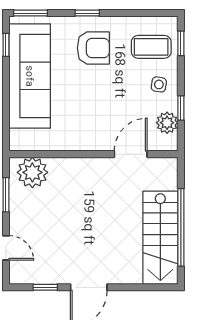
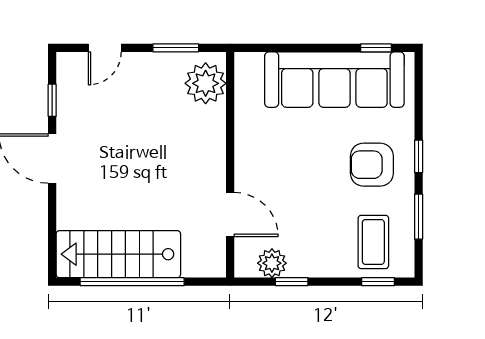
window: (30, 13) -> (419, 217), moved
armchair: (93, 48) -> (372, 165), turned 90
side table: (159, 84) -> (323, 252), removed

